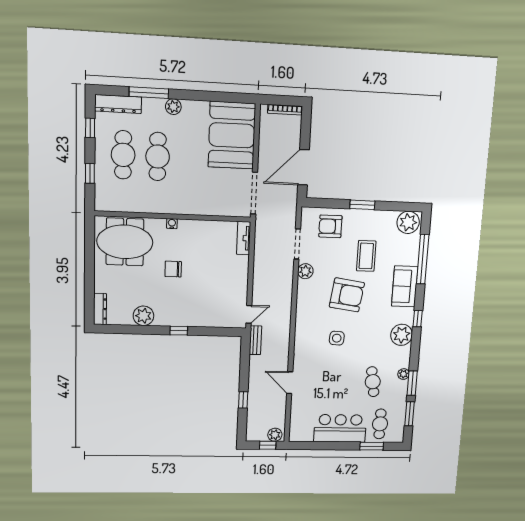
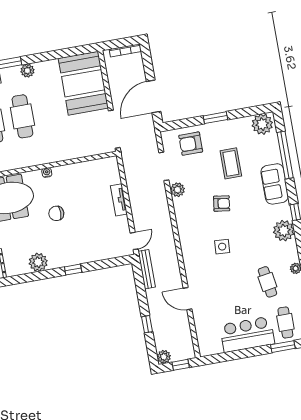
tv unit: (244, 238) -> (119, 200), moved
armchair: (347, 295) -> (222, 204), width x0.53, depth x0.53
bench: (255, 340) -> (147, 269), width x1.36
plant: (275, 435) -> (164, 357), moved

